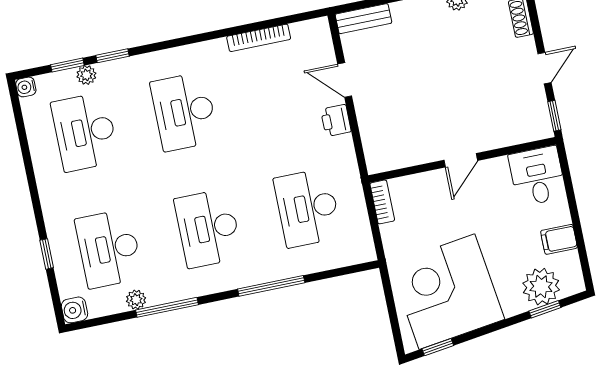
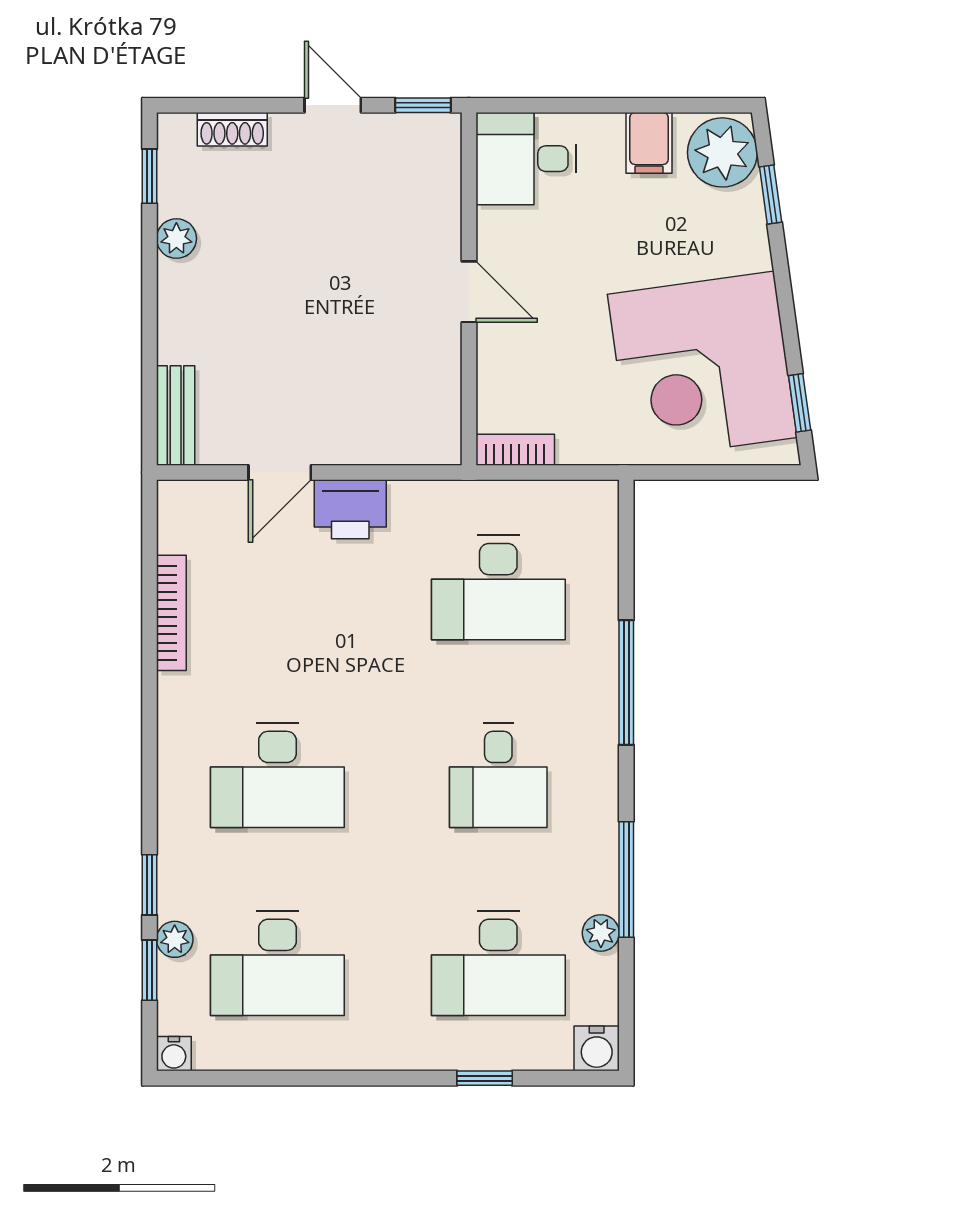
printer: (336, 121) -> (350, 509), width x1.36, depth x1.24
desk: (208, 228) -> (498, 775), width x0.73
plant: (541, 287) -> (722, 152), moved

